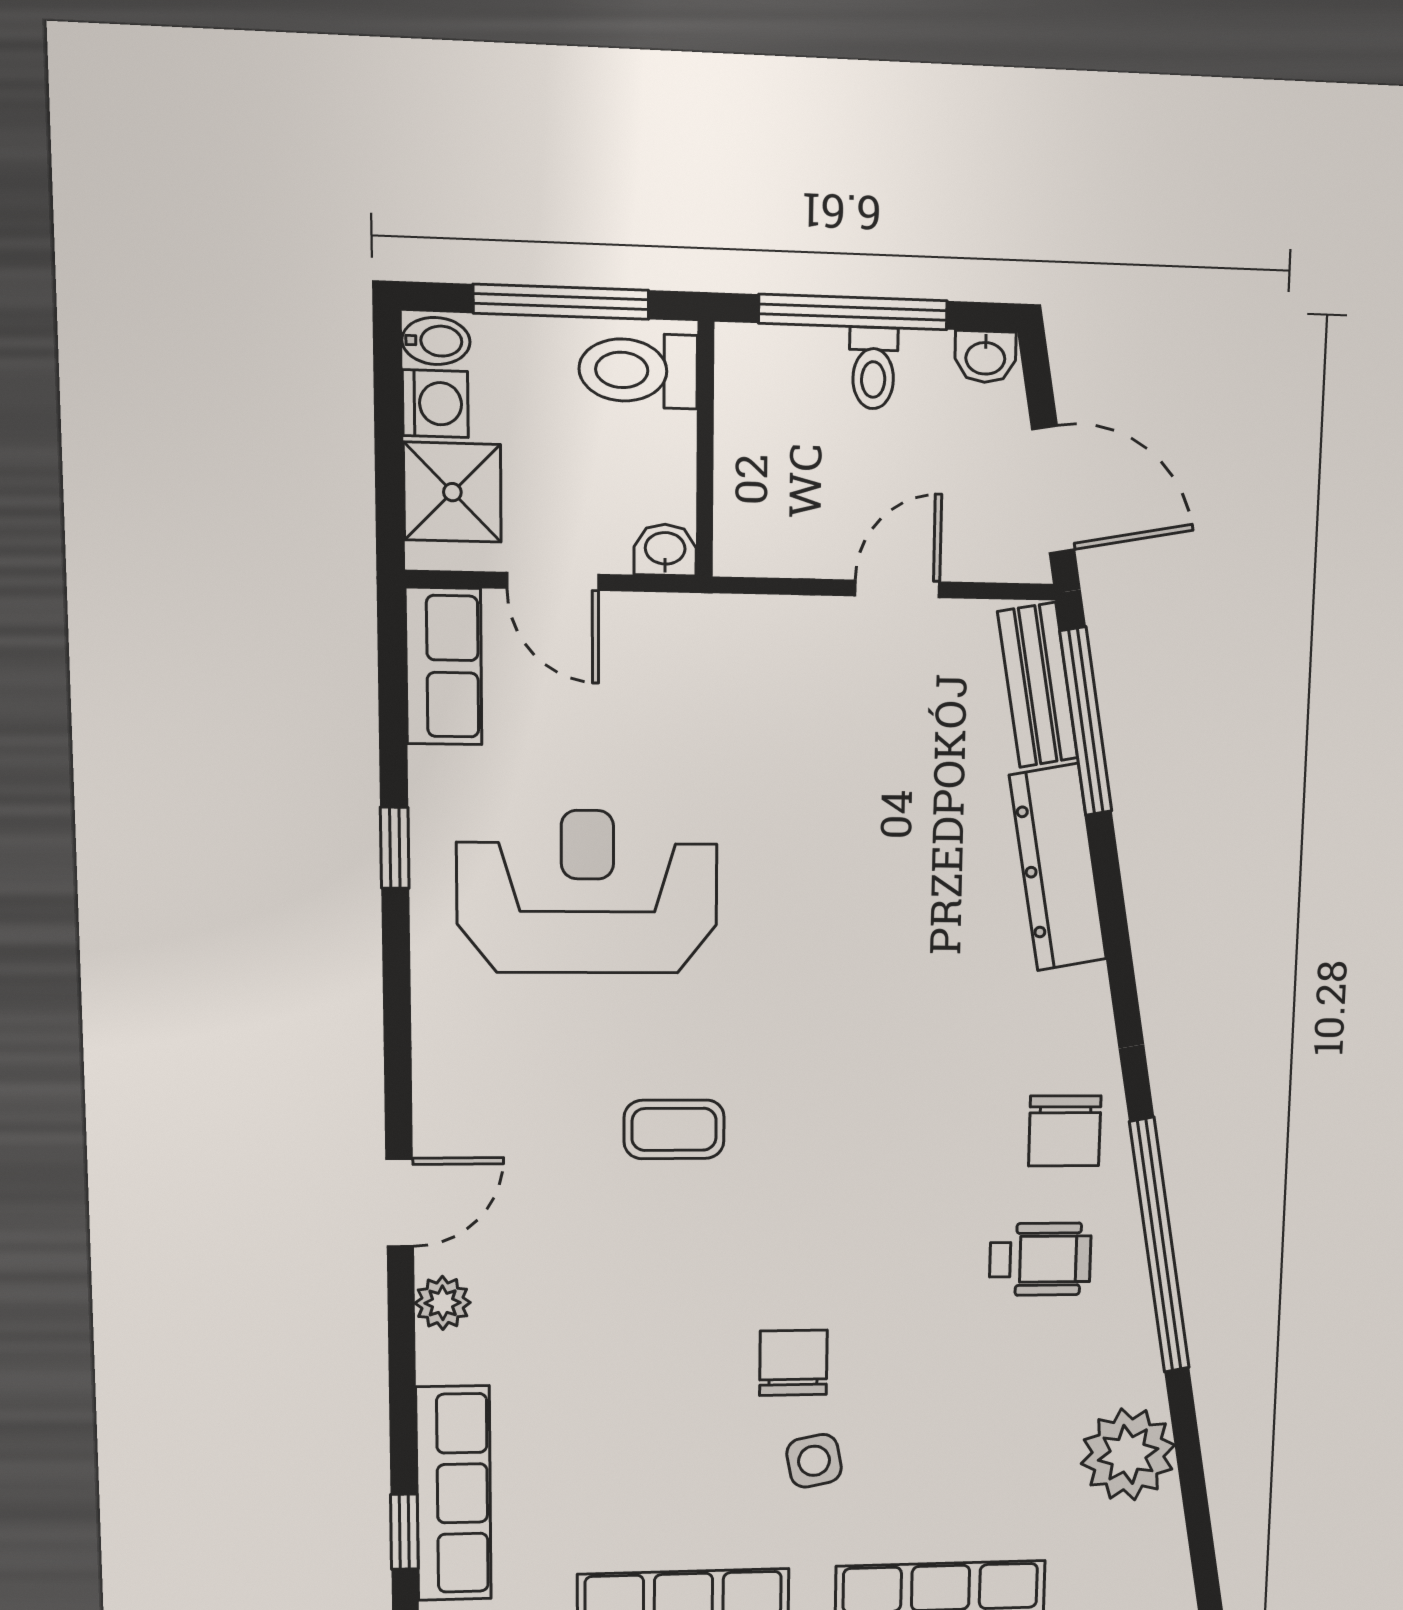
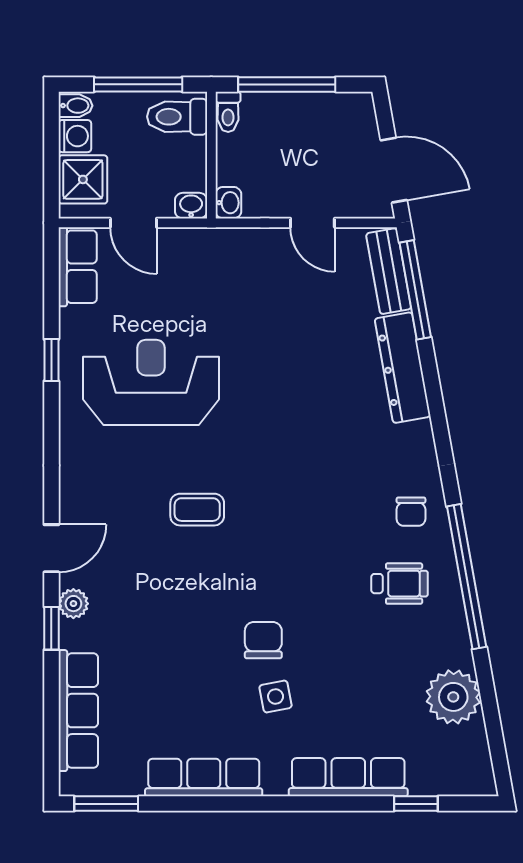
washbasin: (985, 357) -> (228, 203), moved, turned -90
toilet: (873, 368) -> (228, 112), moved
door: (897, 589) -> (312, 223), swing flipped
chair: (1065, 1131) -> (411, 512), width x0.73, depth x0.73
window: (404, 1532) -> (51, 628), moved

